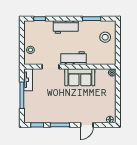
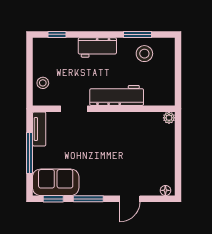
stool: (105, 37) -> (144, 54), moved
workbench: (73, 58) -> (117, 95), width x1.38
sofa: (80, 77) -> (56, 182), moved, turned 180

